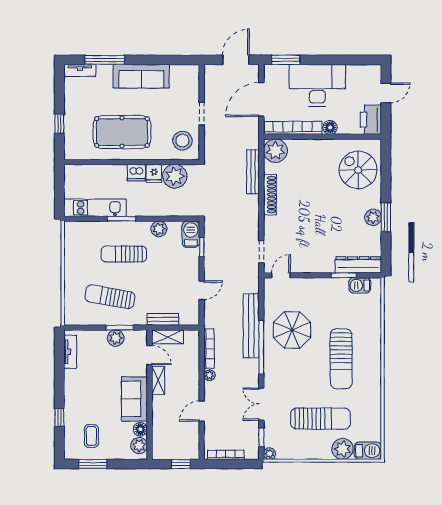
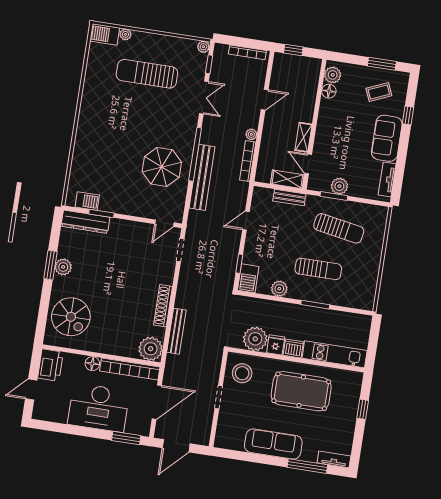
kitchen unit: (95, 208) -> (335, 354), moved, turned 180
sun lounger: (341, 359) -> (117, 130), removed
sofa: (134, 399) -> (387, 138), moved, turned 180
coffee table: (91, 436) -> (379, 92), turned 67
plant: (343, 449) -> (125, 34), width x0.53, depth x0.53

